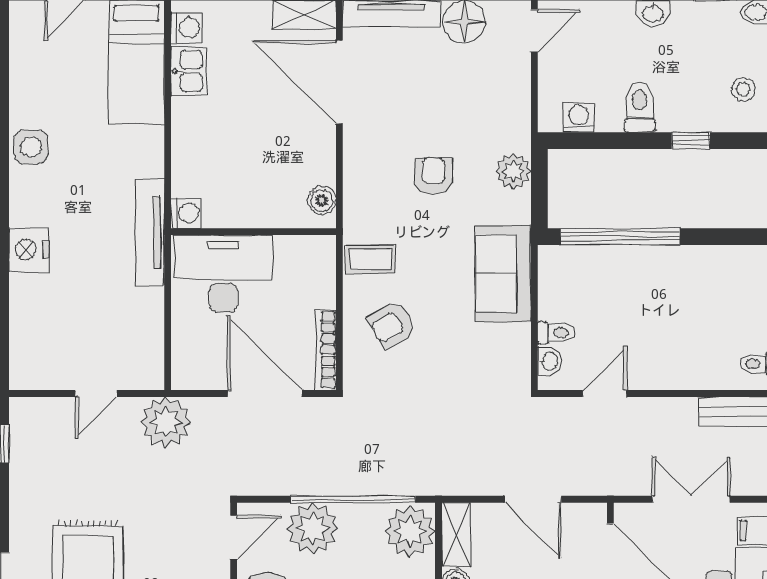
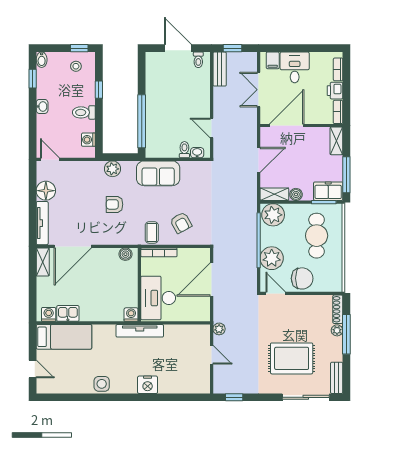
bookcase: (326, 350) -> (159, 252), moved
plant: (166, 422) -> (219, 329), width x0.53, depth x0.53

